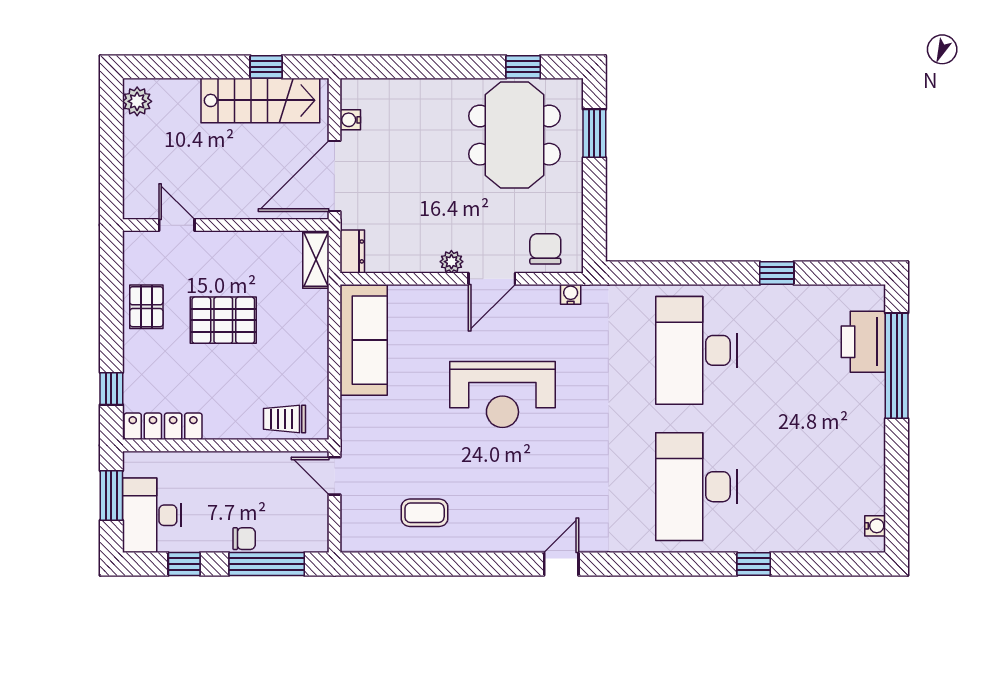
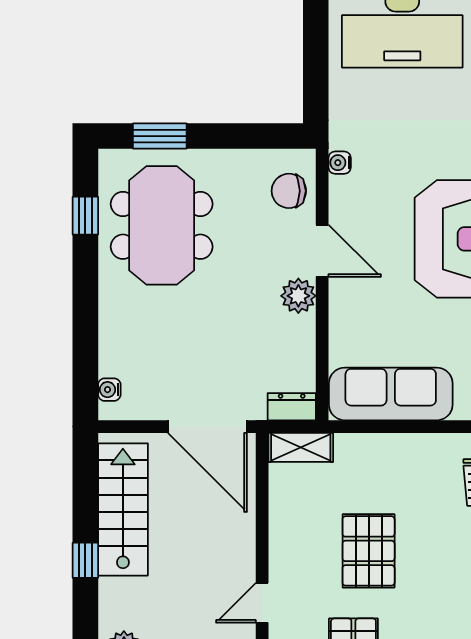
window: (266, 67) -> (85, 560), moved
water cooler: (350, 120) -> (109, 390), moved, turned 90
meeting table: (515, 135) -> (162, 225), turned 90
plant: (451, 262) -> (298, 296), width x1.38, depth x1.38

